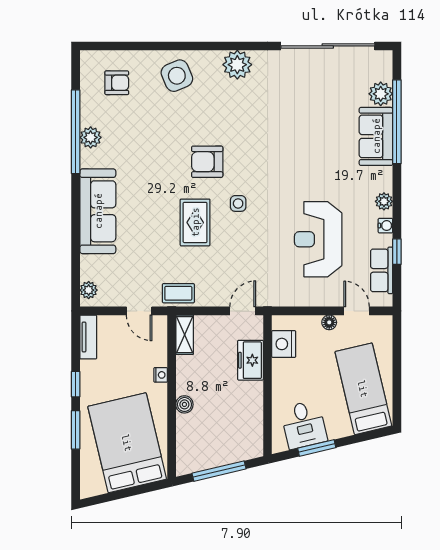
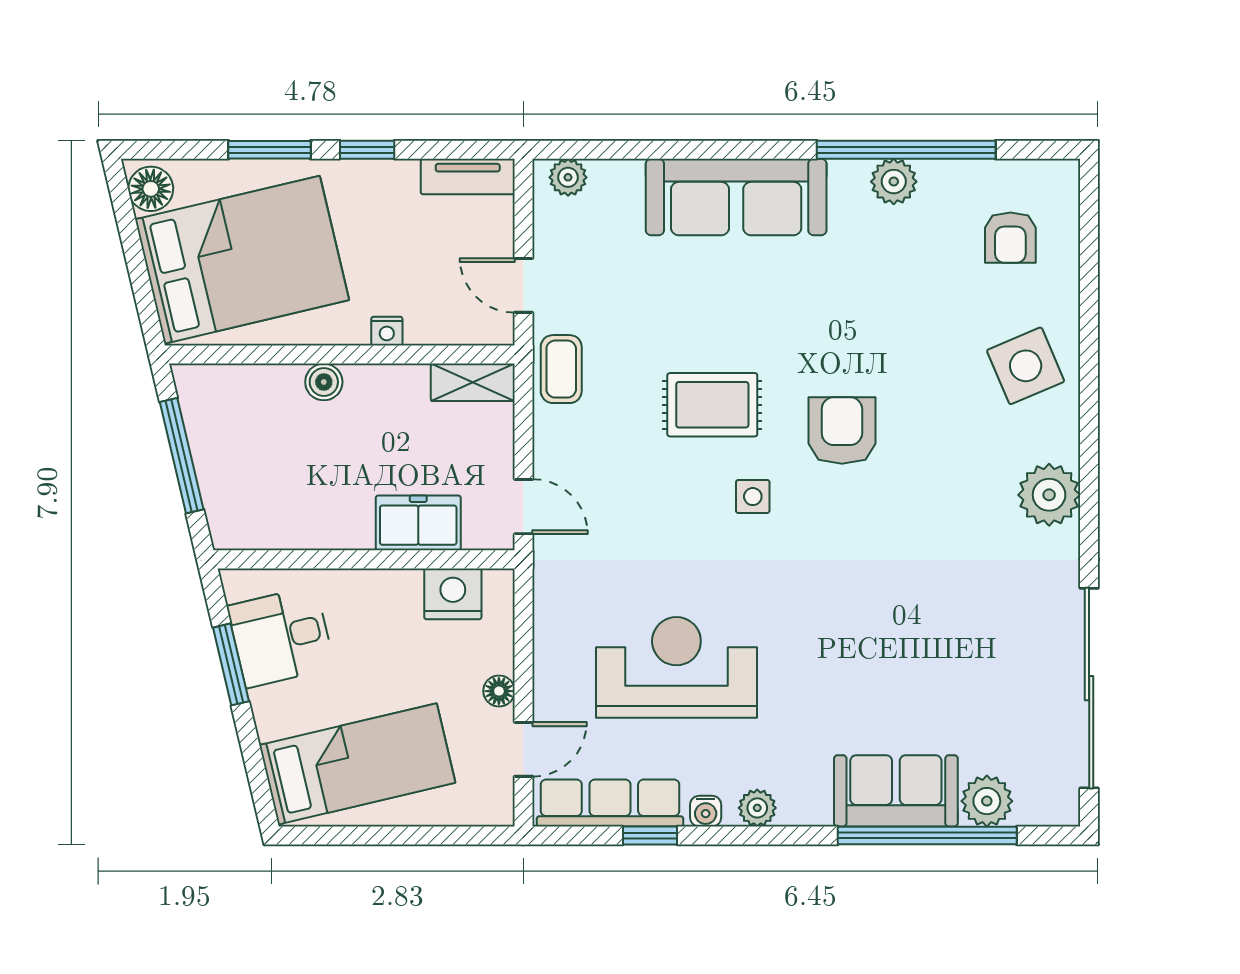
row of seats: (382, 270) -> (610, 803), width x1.48
door: (139, 311) -> (524, 285), hinge flipped
floor lamp: (94, 486) -> (151, 189), added

